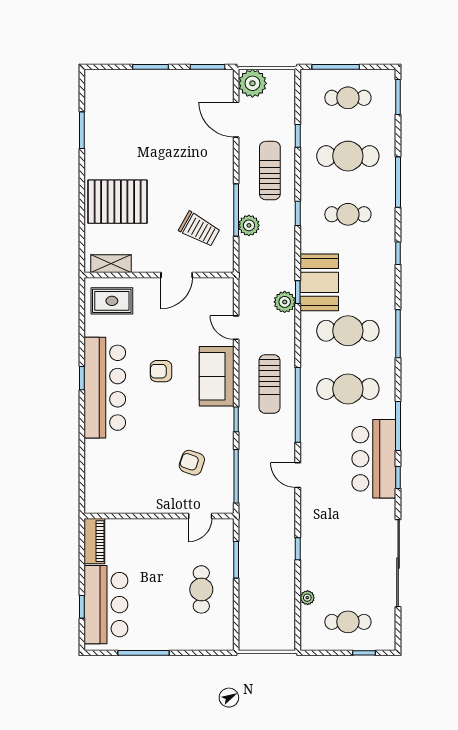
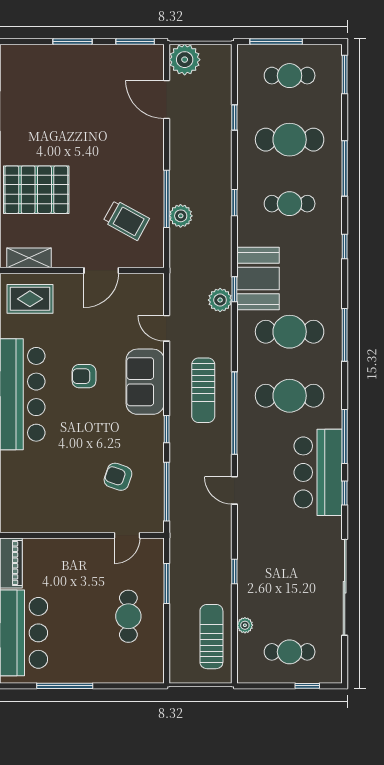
sun lounger: (270, 171) -> (211, 637), moved

